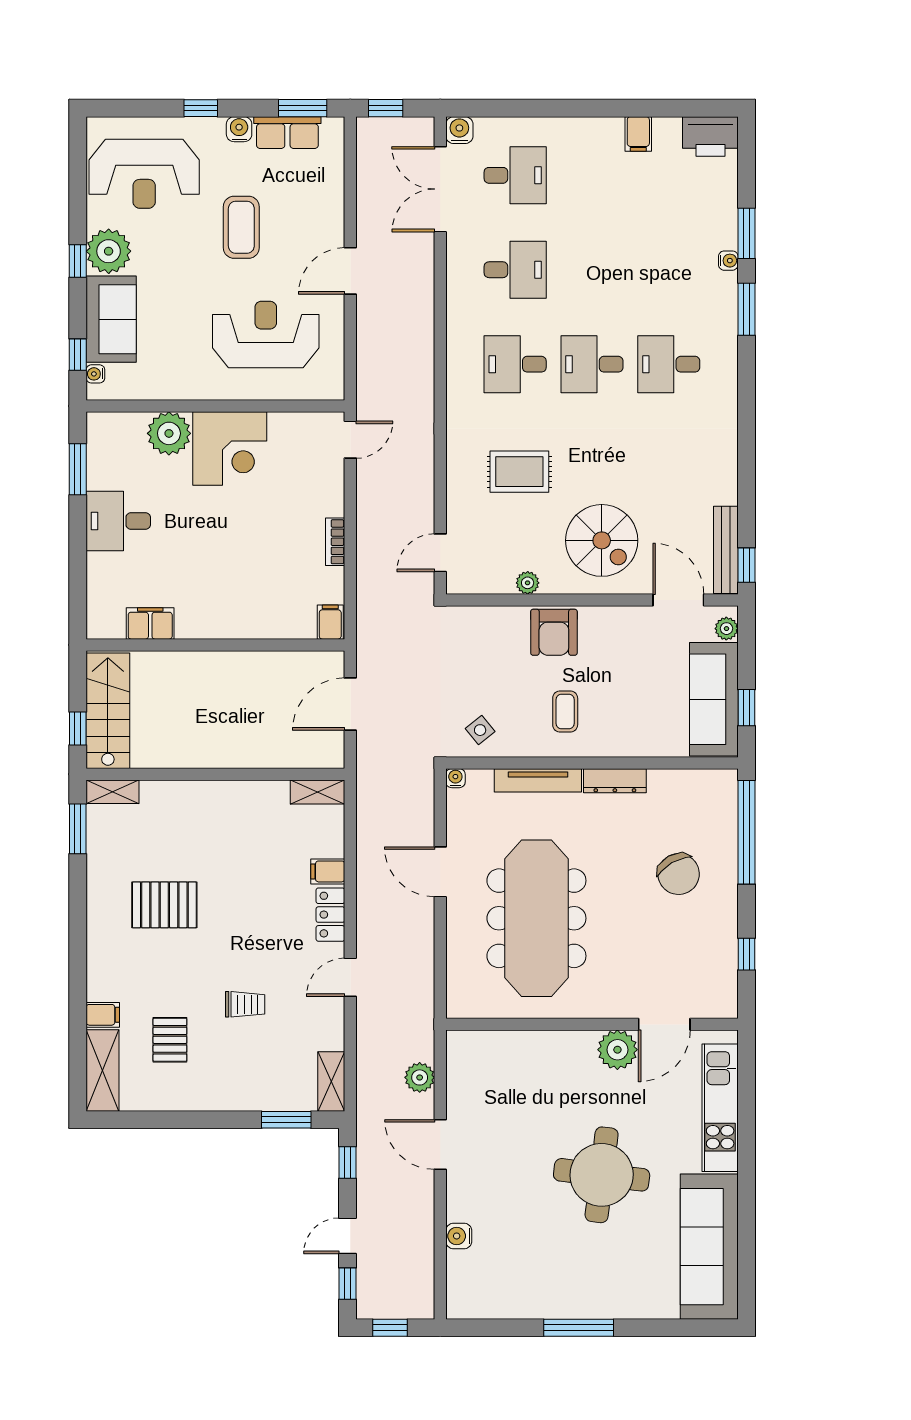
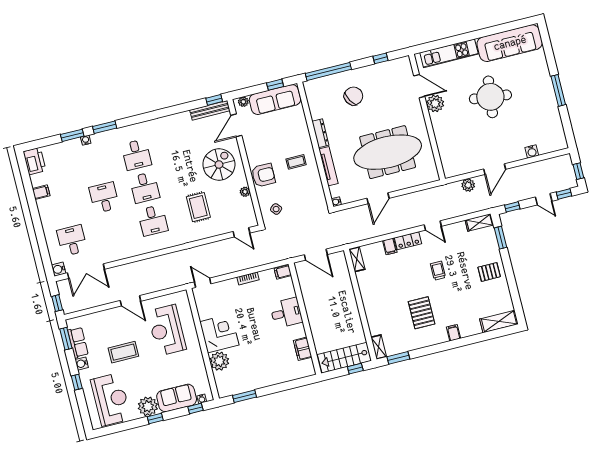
desk: (515, 270) -> (104, 198), moved
desk: (118, 521) -> (286, 313), moved, turned -90
side table: (480, 730) -> (276, 209), moved
trolley: (245, 1004) -> (438, 271), moved
filing cabinet: (103, 1015) -> (453, 333), moved
pallet: (170, 1040) -> (489, 272), moved

